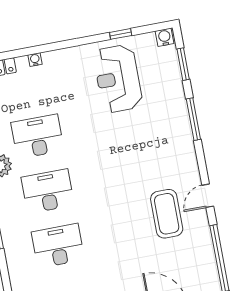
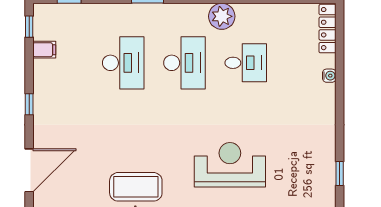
reception desk: (118, 79) -> (230, 165), moved
desk: (37, 136) -> (246, 63), width x0.73

